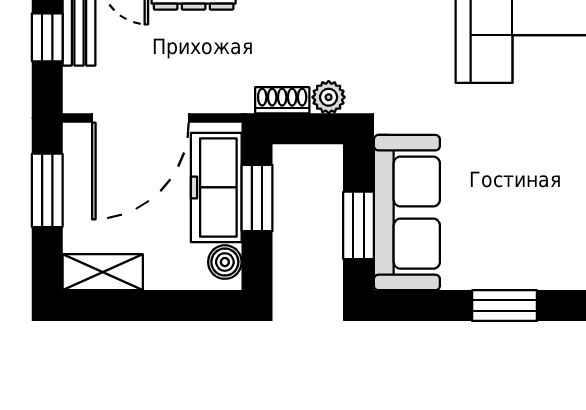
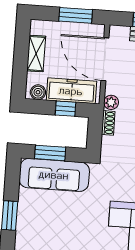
plant: (329, 97) -> (111, 102), moved
window: (257, 198) -> (65, 109), width x0.67
shelving: (103, 272) -> (36, 54), moved

